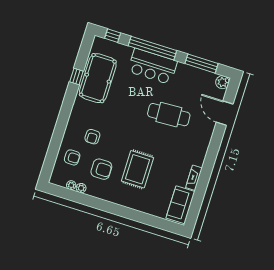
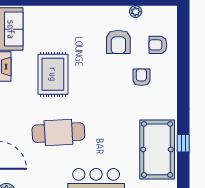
armchair: (101, 169) -> (118, 42), turned -90
rug: (137, 169) -> (53, 74), moved
plant: (71, 185) -> (149, 11), removed

